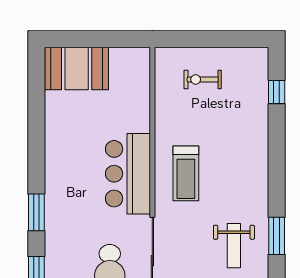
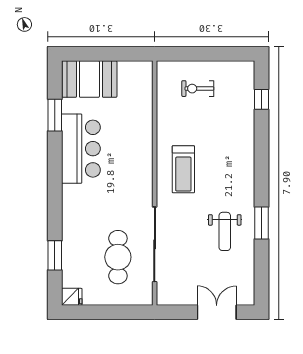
bar counter: (128, 174) -> (81, 149), moved, turned 180
window: (36, 212) -> (55, 115), moved

